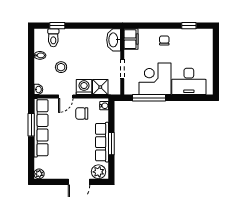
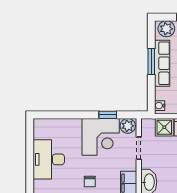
desk: (189, 81) -> (49, 159), moved, turned -90
plant: (132, 88) -> (128, 126), added
window: (149, 98) -> (108, 115), width x0.46

